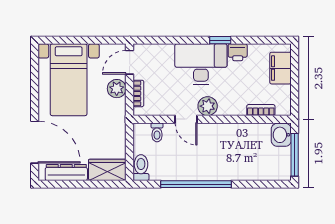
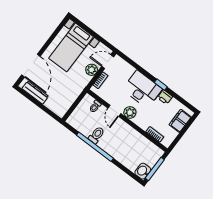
washbasin: (281, 135) -> (143, 171), moved
toilet: (141, 168) -> (97, 135), moved
wardrobe: (107, 170) -> (56, 106), removed

